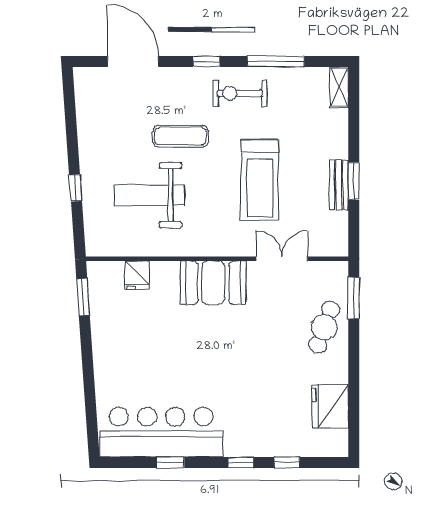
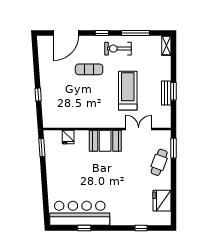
door: (133, 61) -> (66, 33), swing flipped
treadmill: (260, 180) -> (128, 91), turned 180
weight bench: (149, 195) -> (74, 98), removed
window: (241, 462) -> (119, 228), removed

